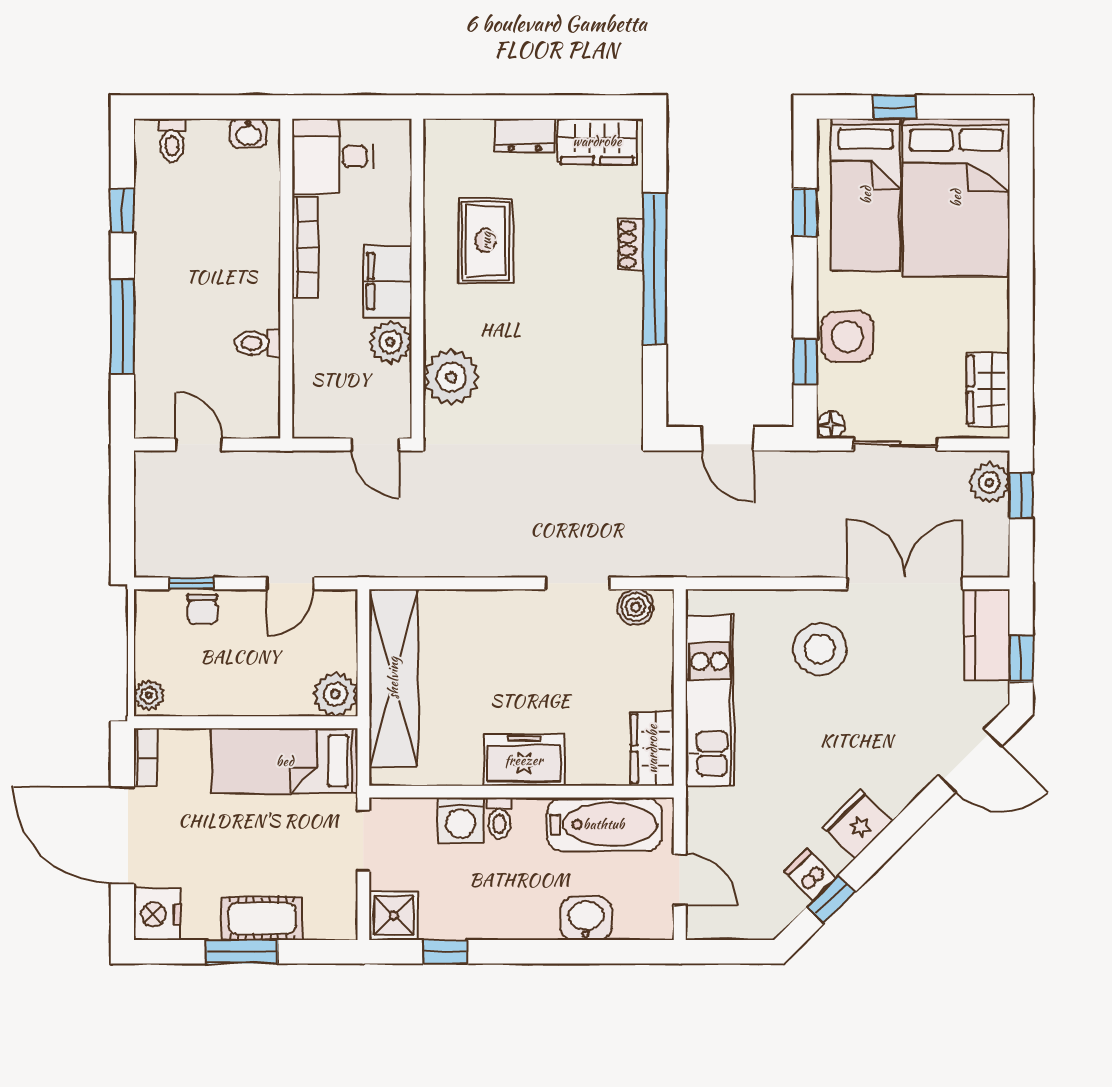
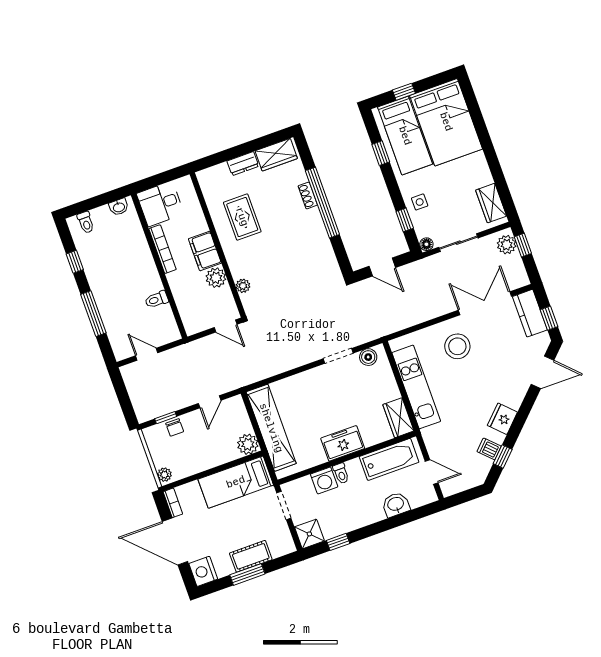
side table: (847, 337) -> (420, 202), width x0.54, depth x0.54
plant: (451, 377) -> (243, 286), width x0.53, depth x0.53

